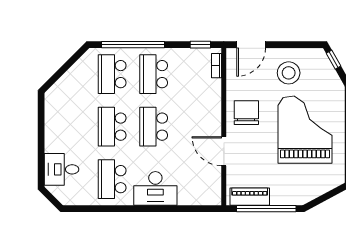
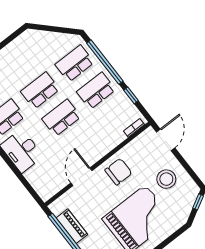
window: (200, 45) -> (131, 95), moved
door: (251, 45) -> (166, 140), swing flipped
piano: (250, 197) -> (72, 226), moved

